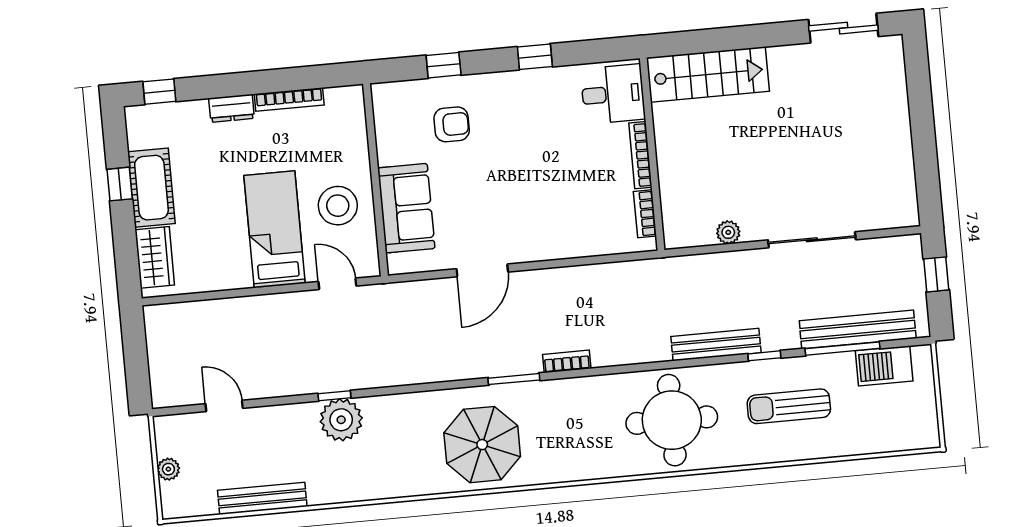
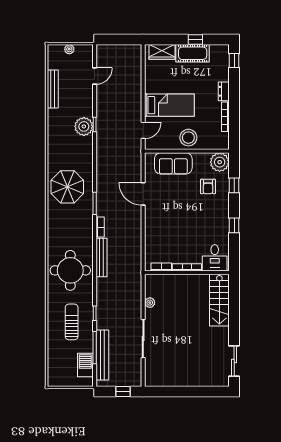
plant: (394, 103) -> (220, 162), added
stool: (338, 206) -> (188, 138), moved
bench: (716, 345) -> (101, 257), moved

